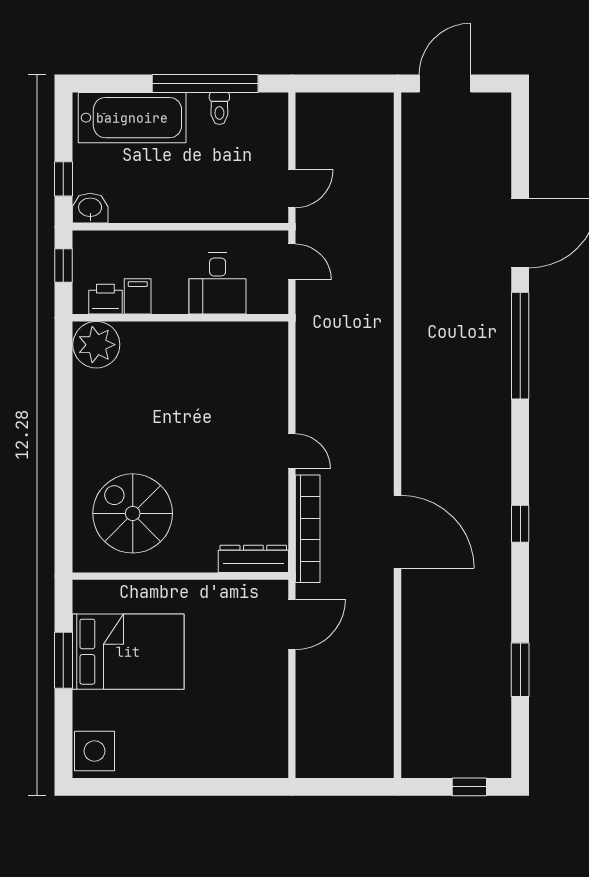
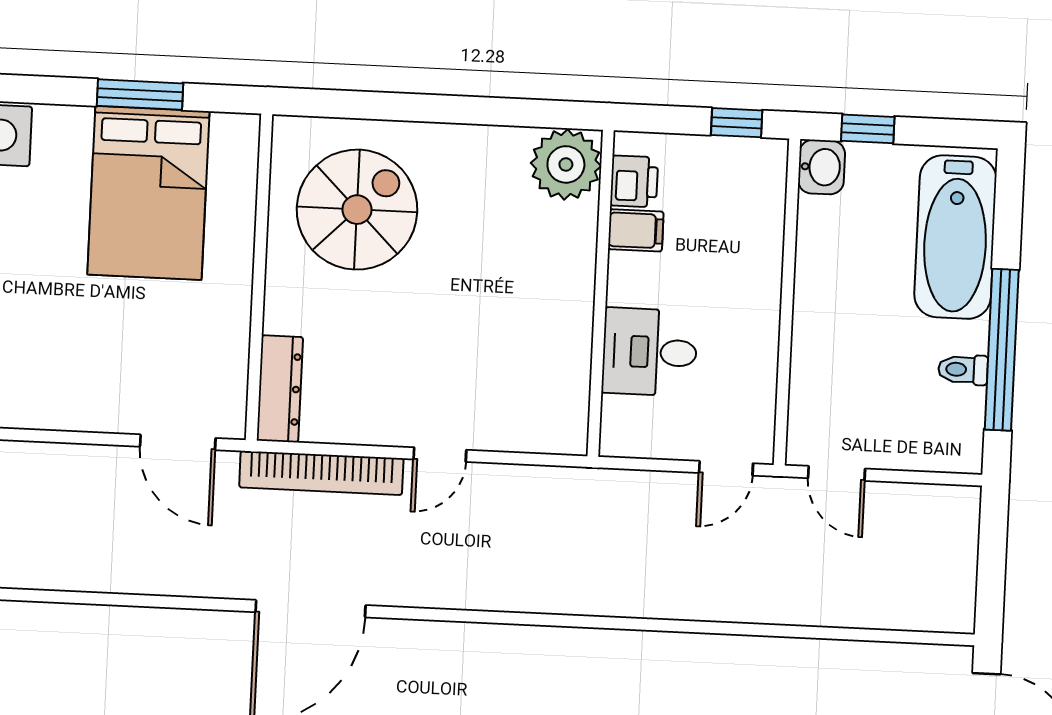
desk: (218, 284) -> (650, 352), moved
filing cabinet: (138, 296) -> (636, 230), moved
printer: (105, 299) -> (634, 181), moved
wall: (180, 318) -> (601, 293), moved
plant: (96, 345) -> (566, 164), moved

